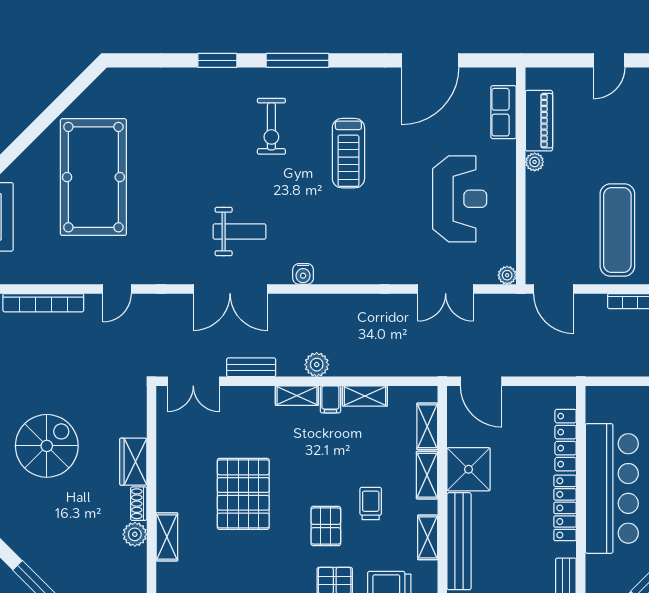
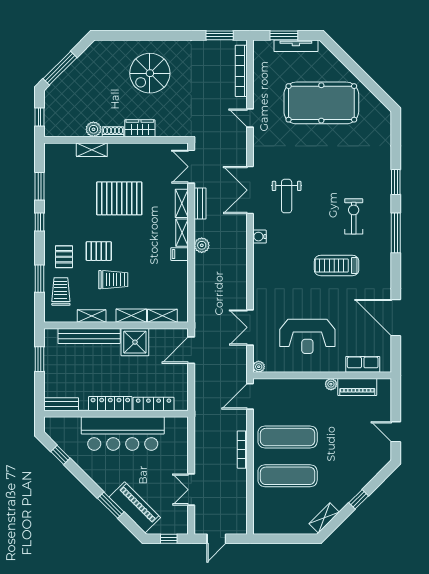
exercise bike: (271, 126) -> (354, 216), turned 90
shelving: (365, 396) -> (182, 203), moved
spiral stairs: (47, 446) -> (150, 73), turned 90
trolley: (371, 503) -> (113, 280), width x1.36, depth x1.39

